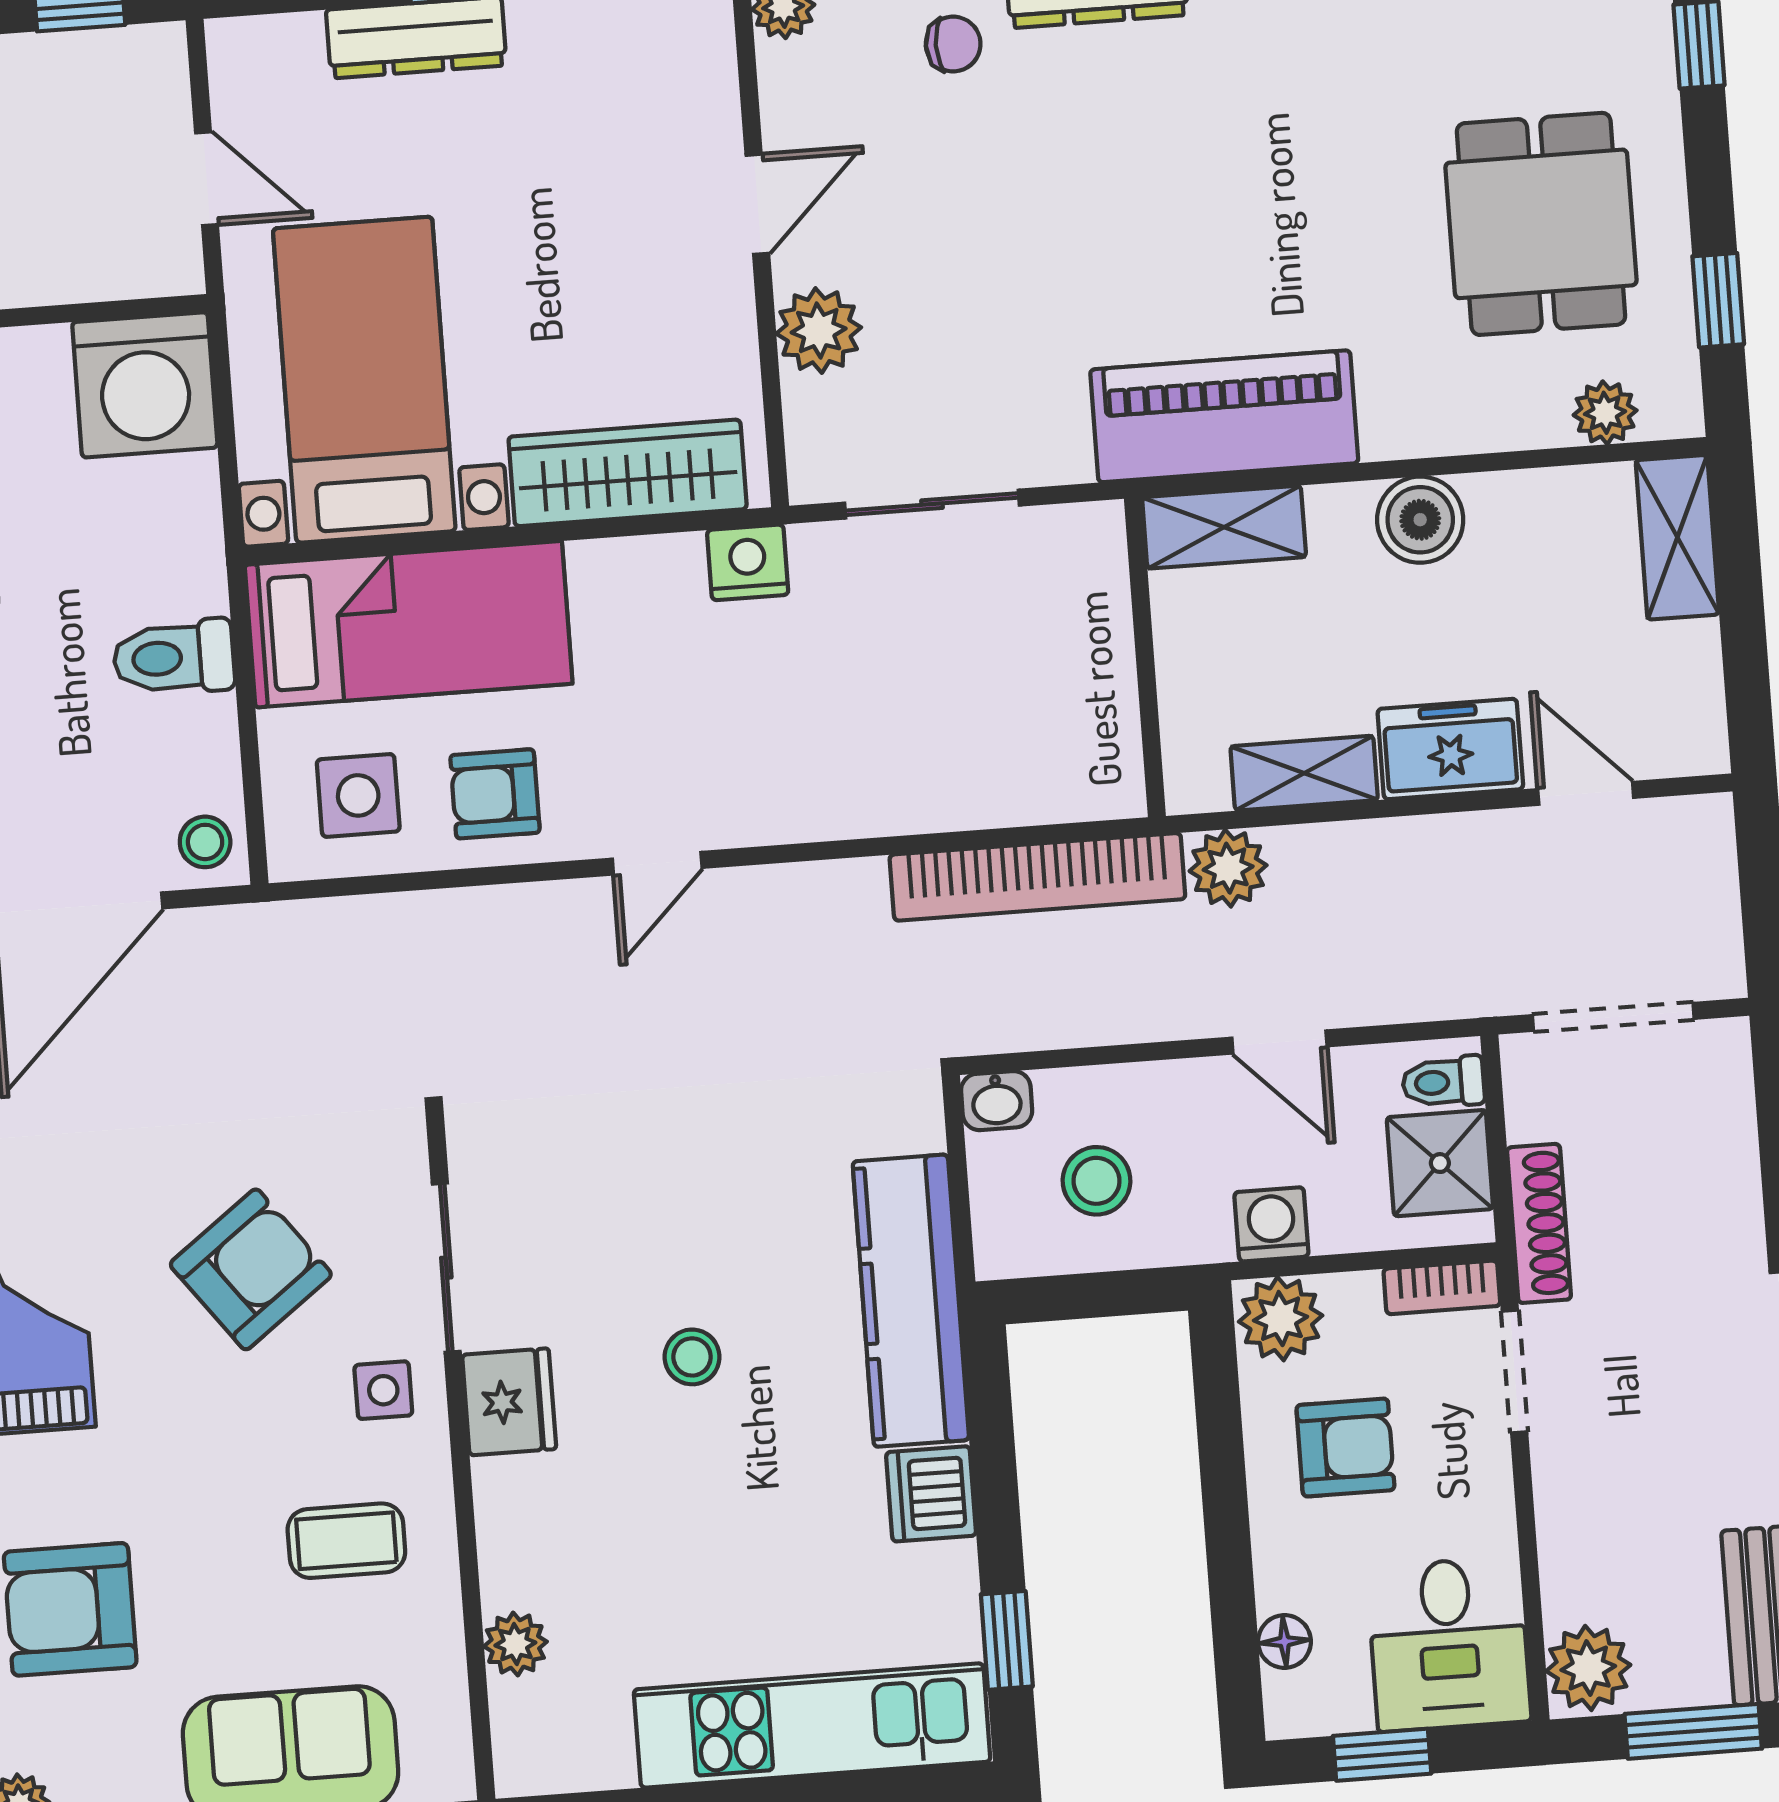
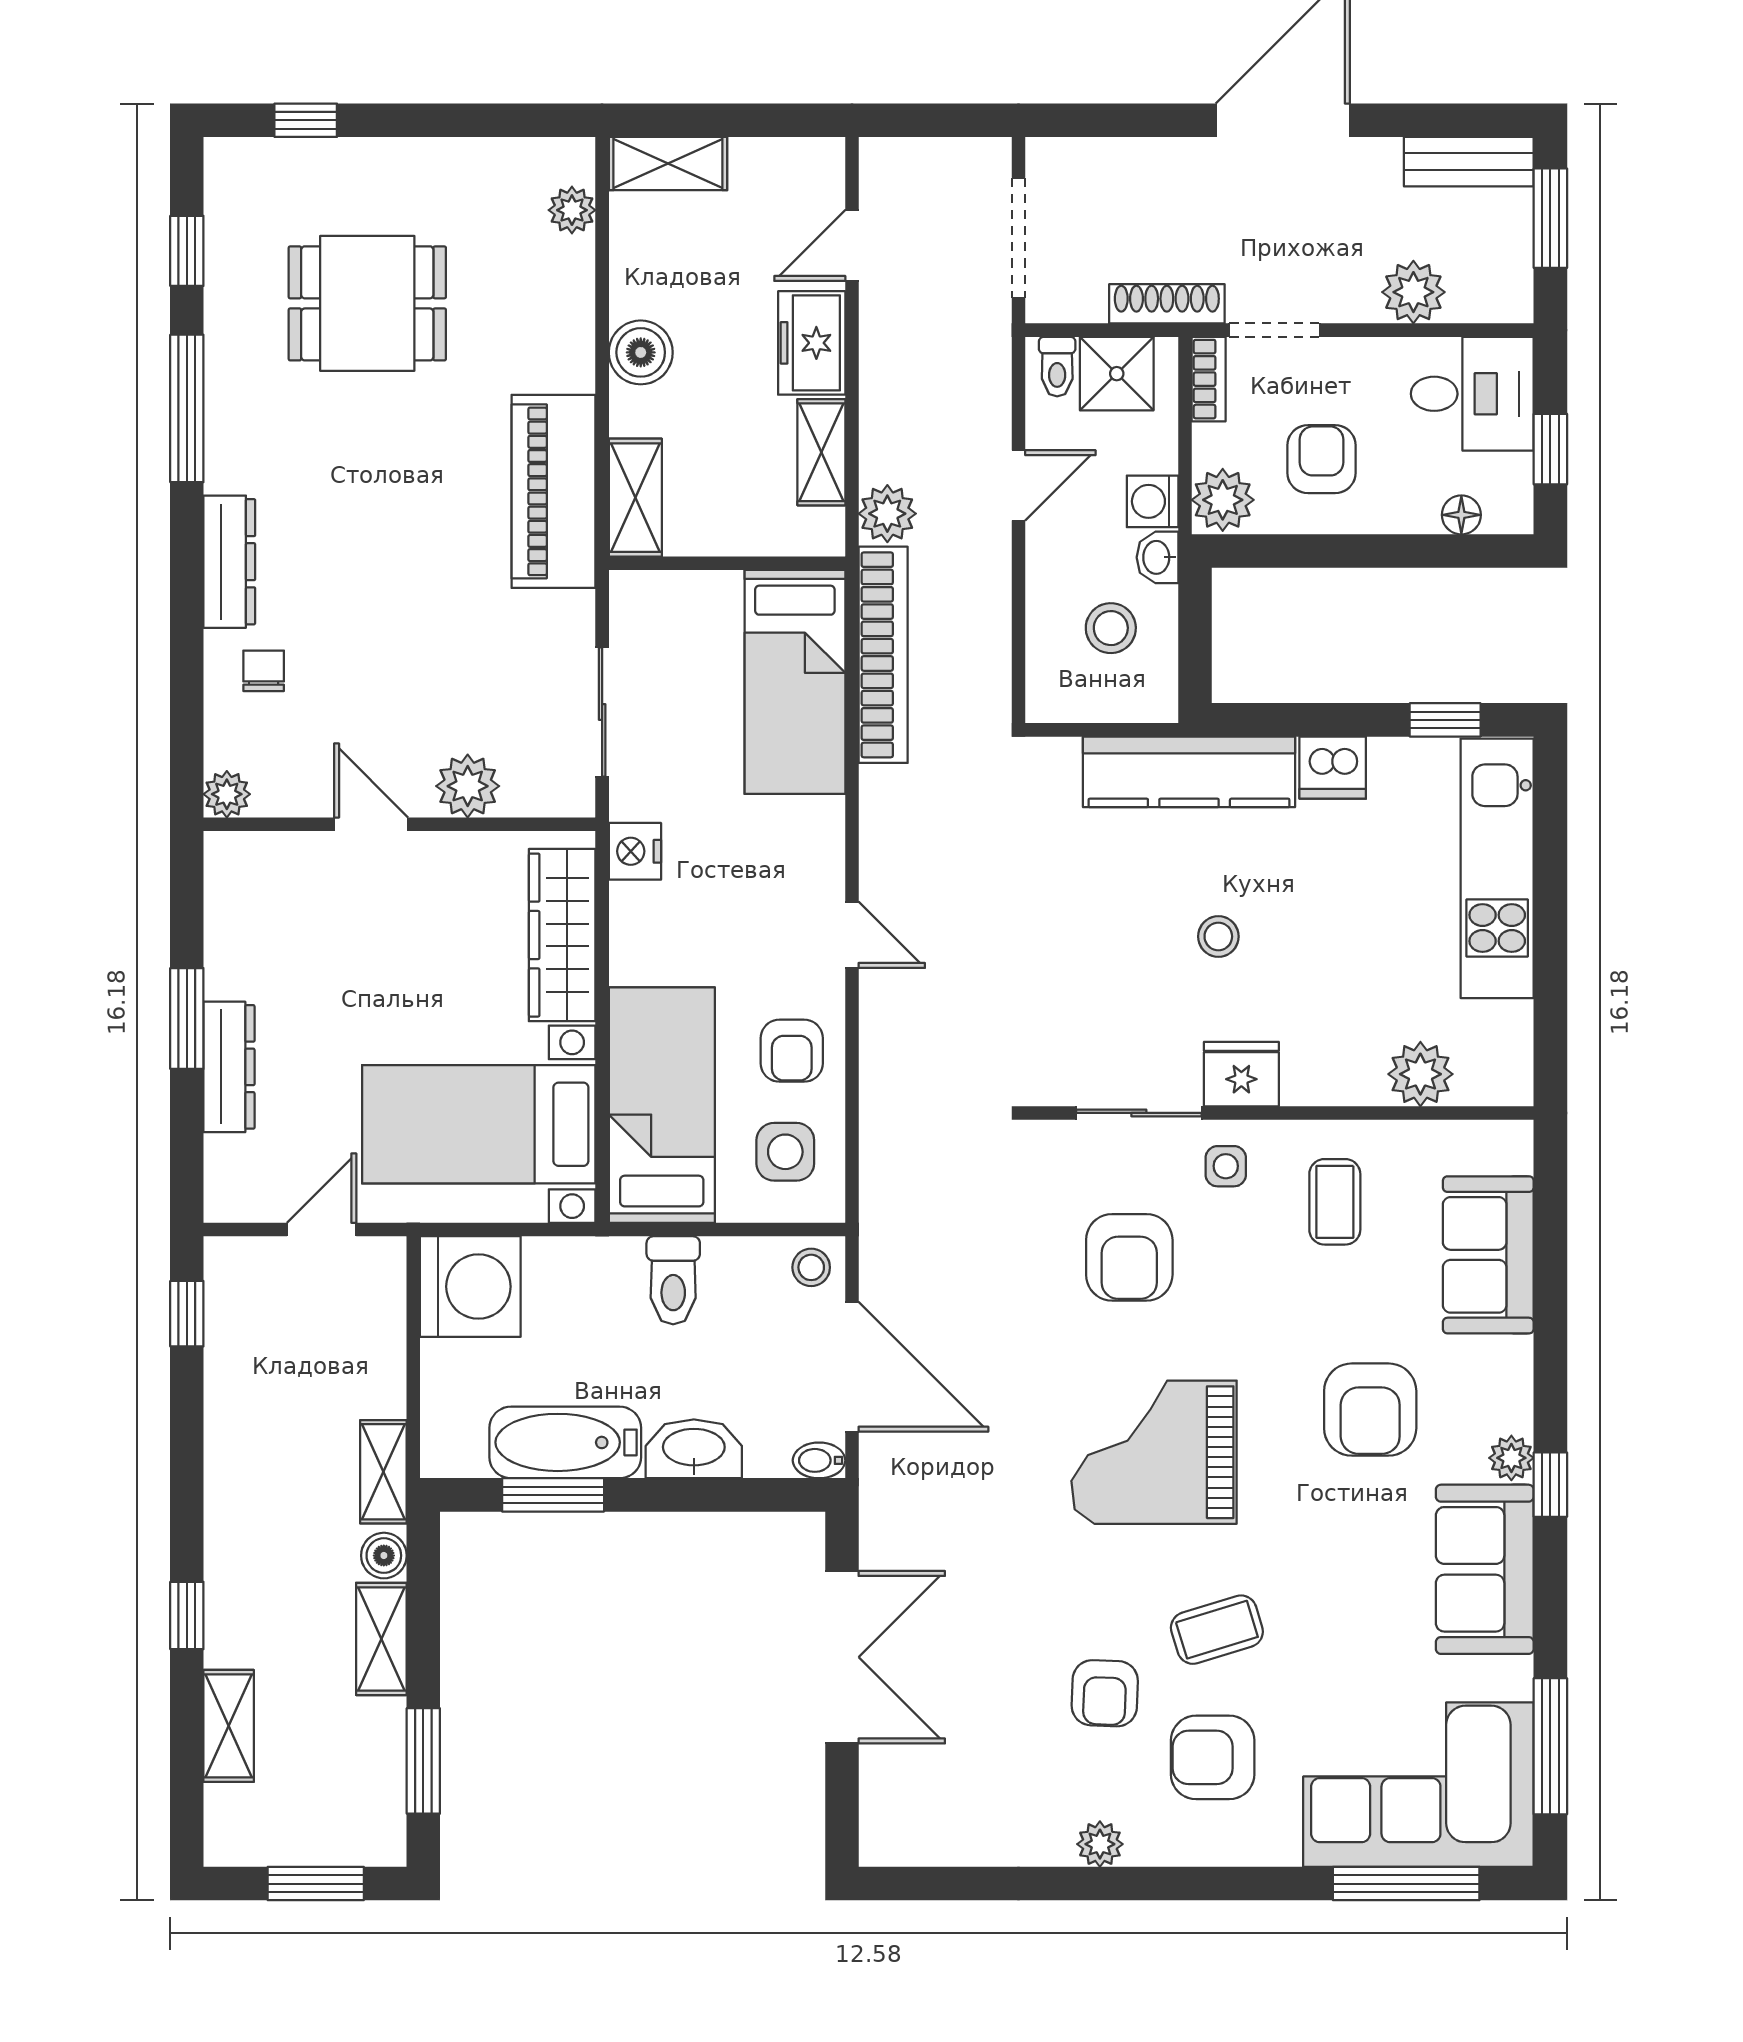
dining table: (1541, 224) -> (367, 303), moved
window: (1718, 300) -> (495, 120), removed
bed: (992, 761) -> (795, 682), added
washbasin: (997, 1101) -> (1158, 557), moved, turned 180
armchair: (251, 1269) -> (1129, 1257), turned -143
plant: (515, 1644) -> (1420, 1074), width x1.38, depth x1.38
plant: (1588, 1668) -> (1413, 292), moved

